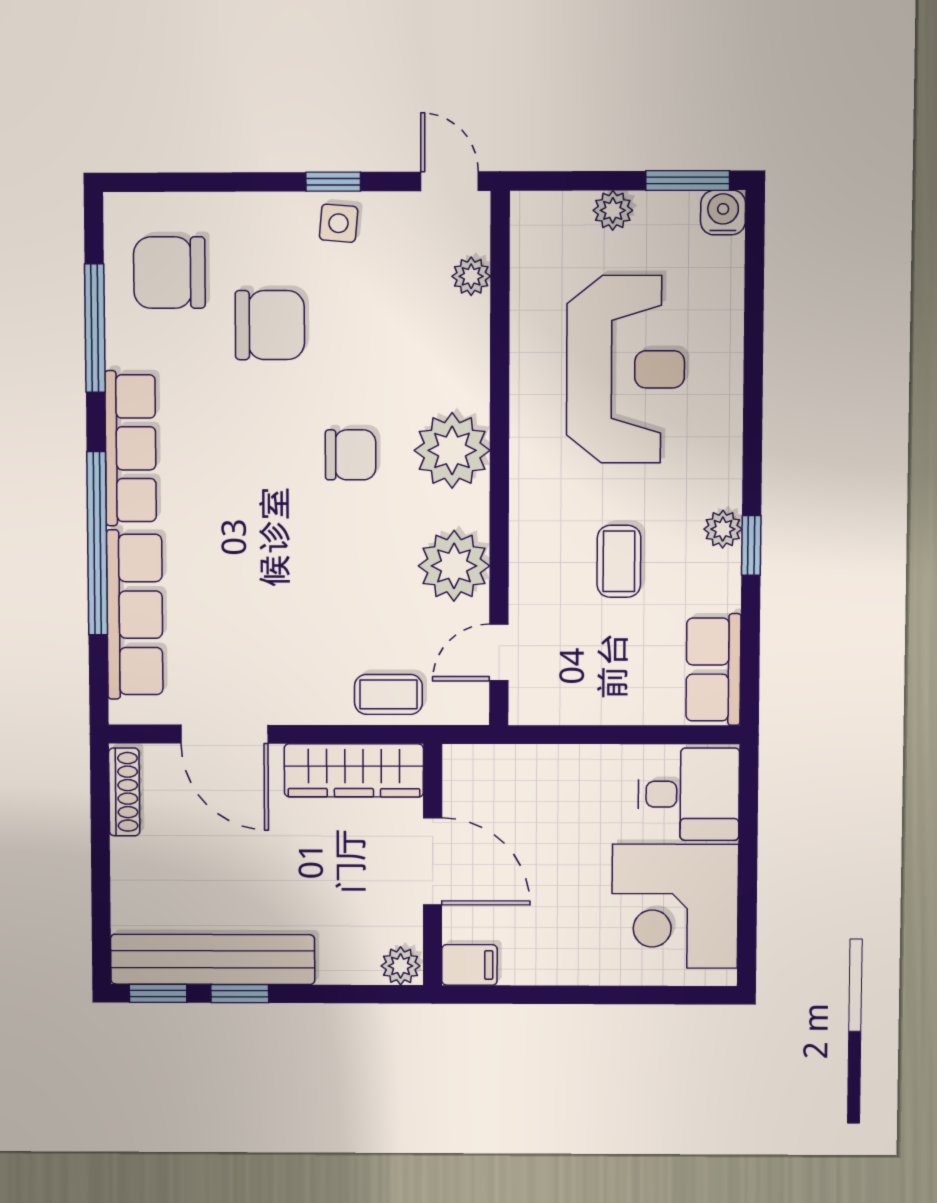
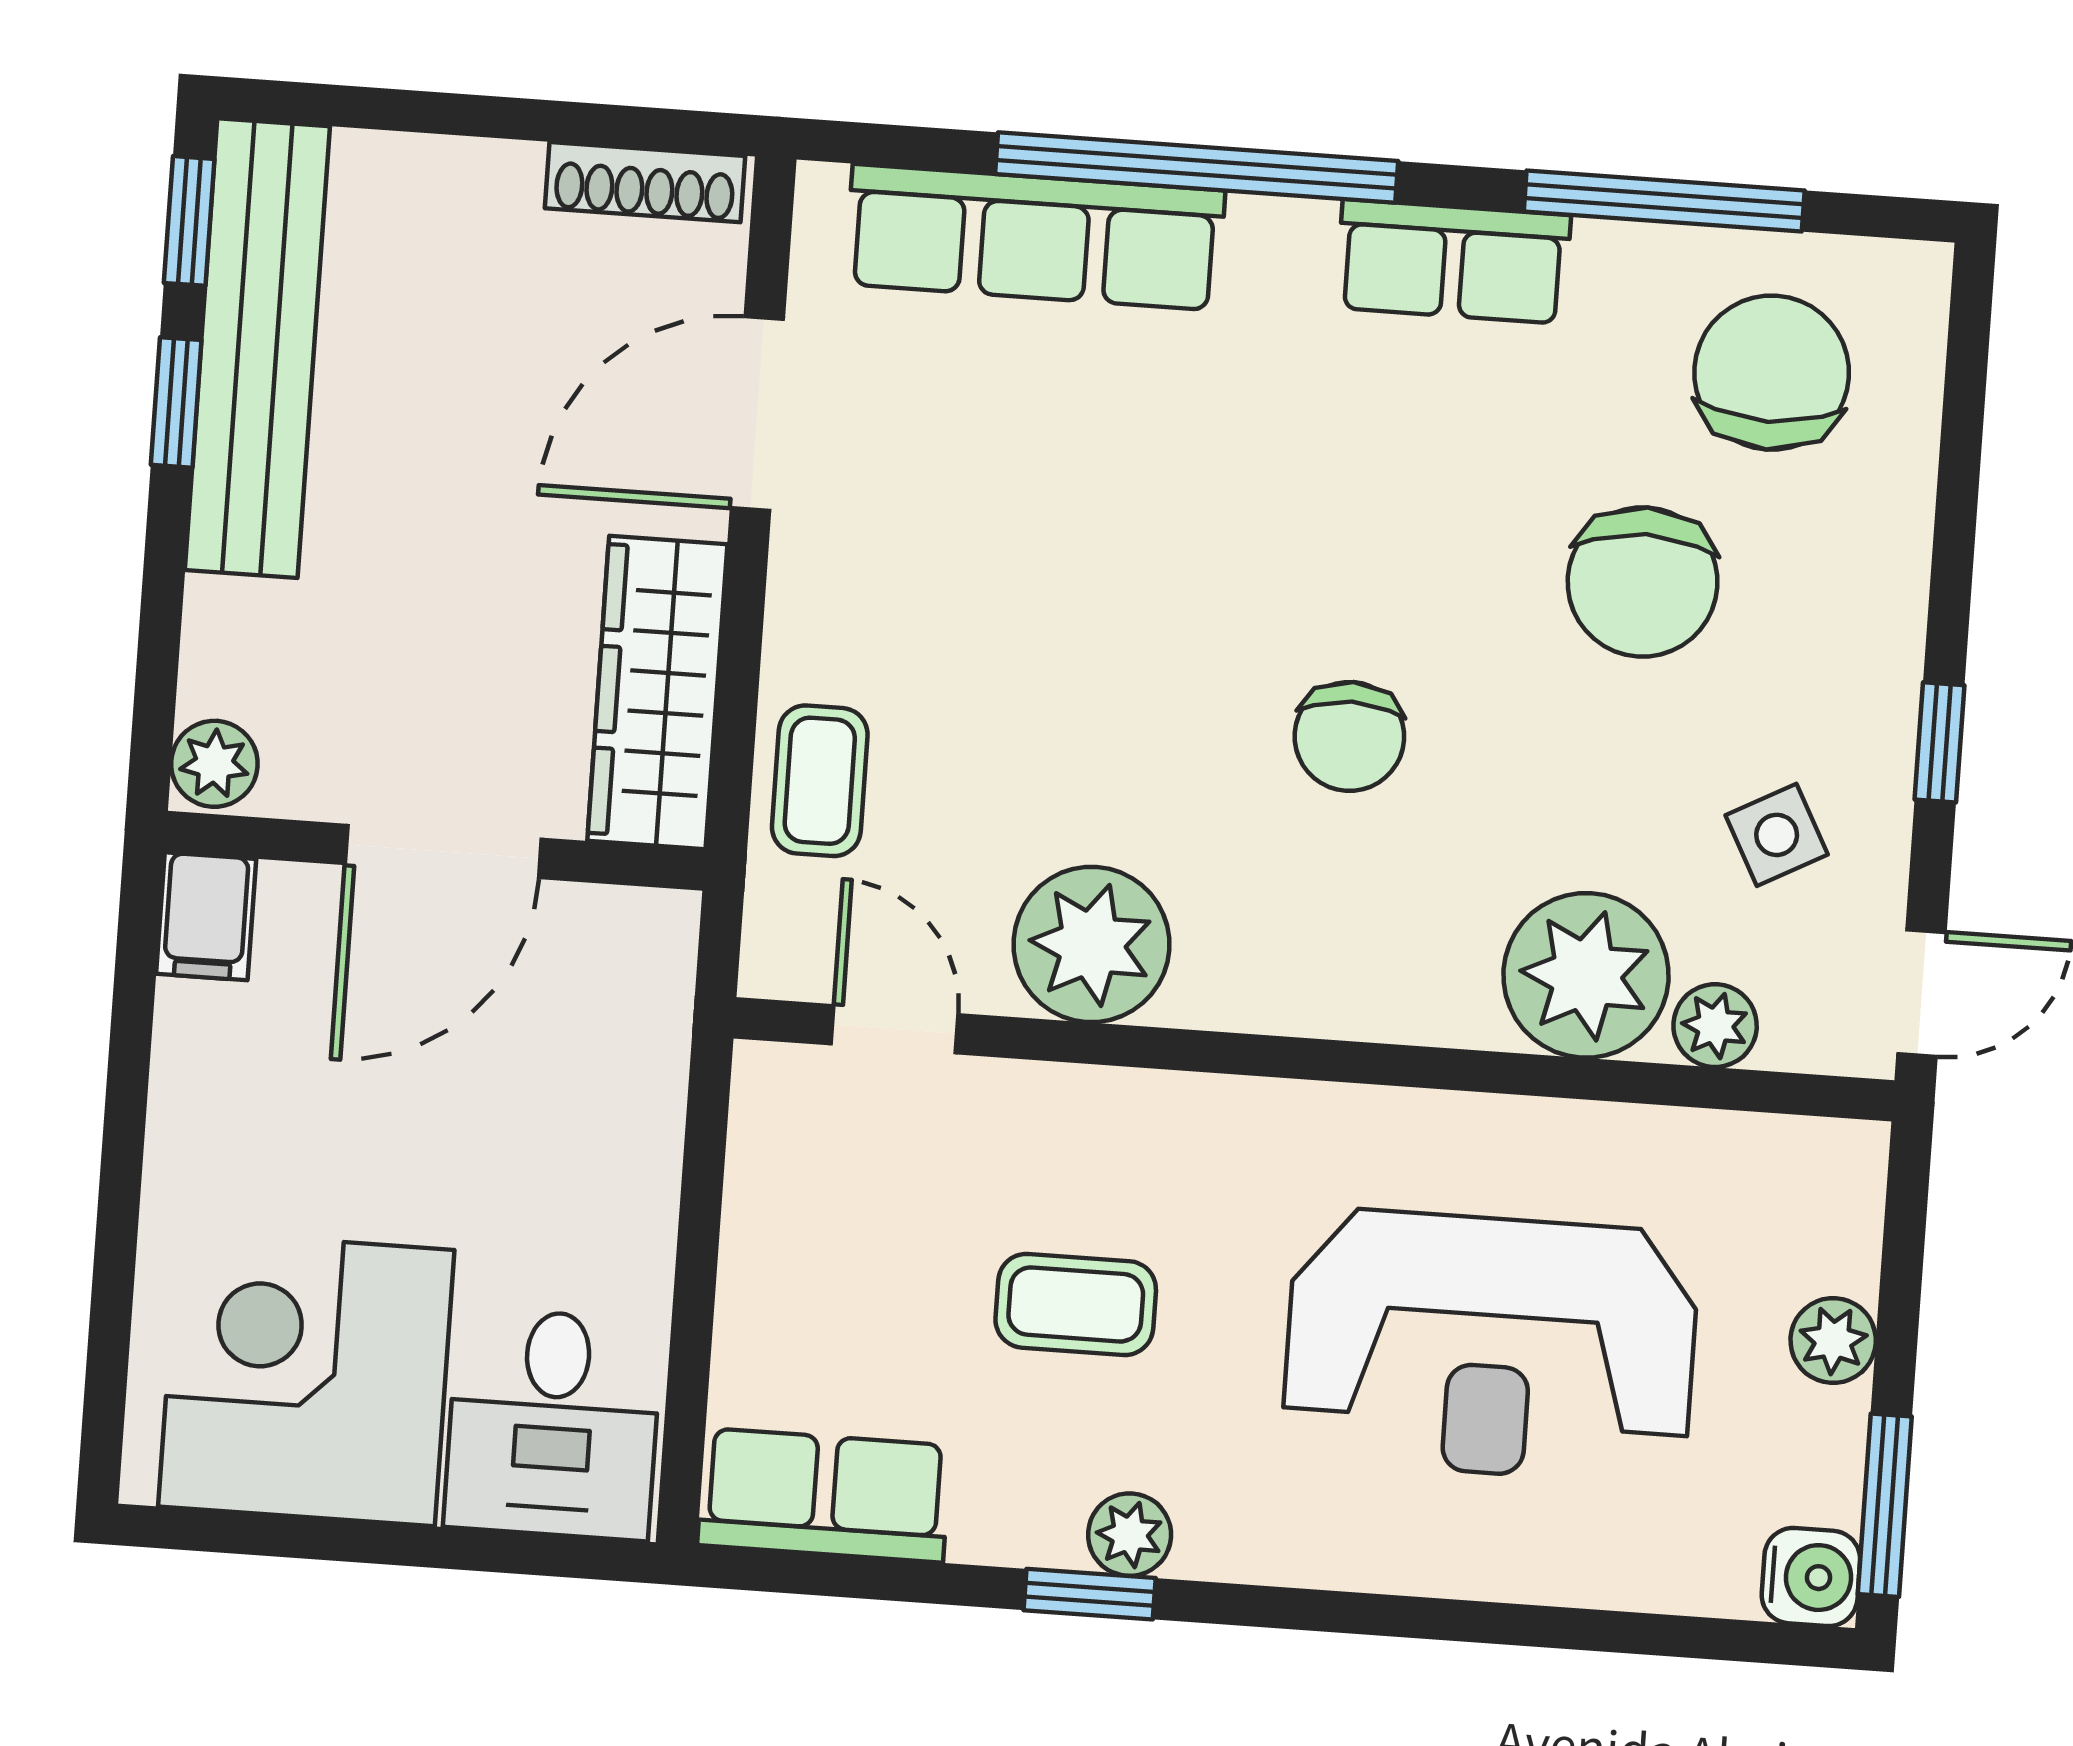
side table: (339, 223) -> (1777, 835), moved, turned -33
row of seats: (131, 448) -> (1453, 262), width x0.68
plant: (452, 450) -> (1586, 975), moved

